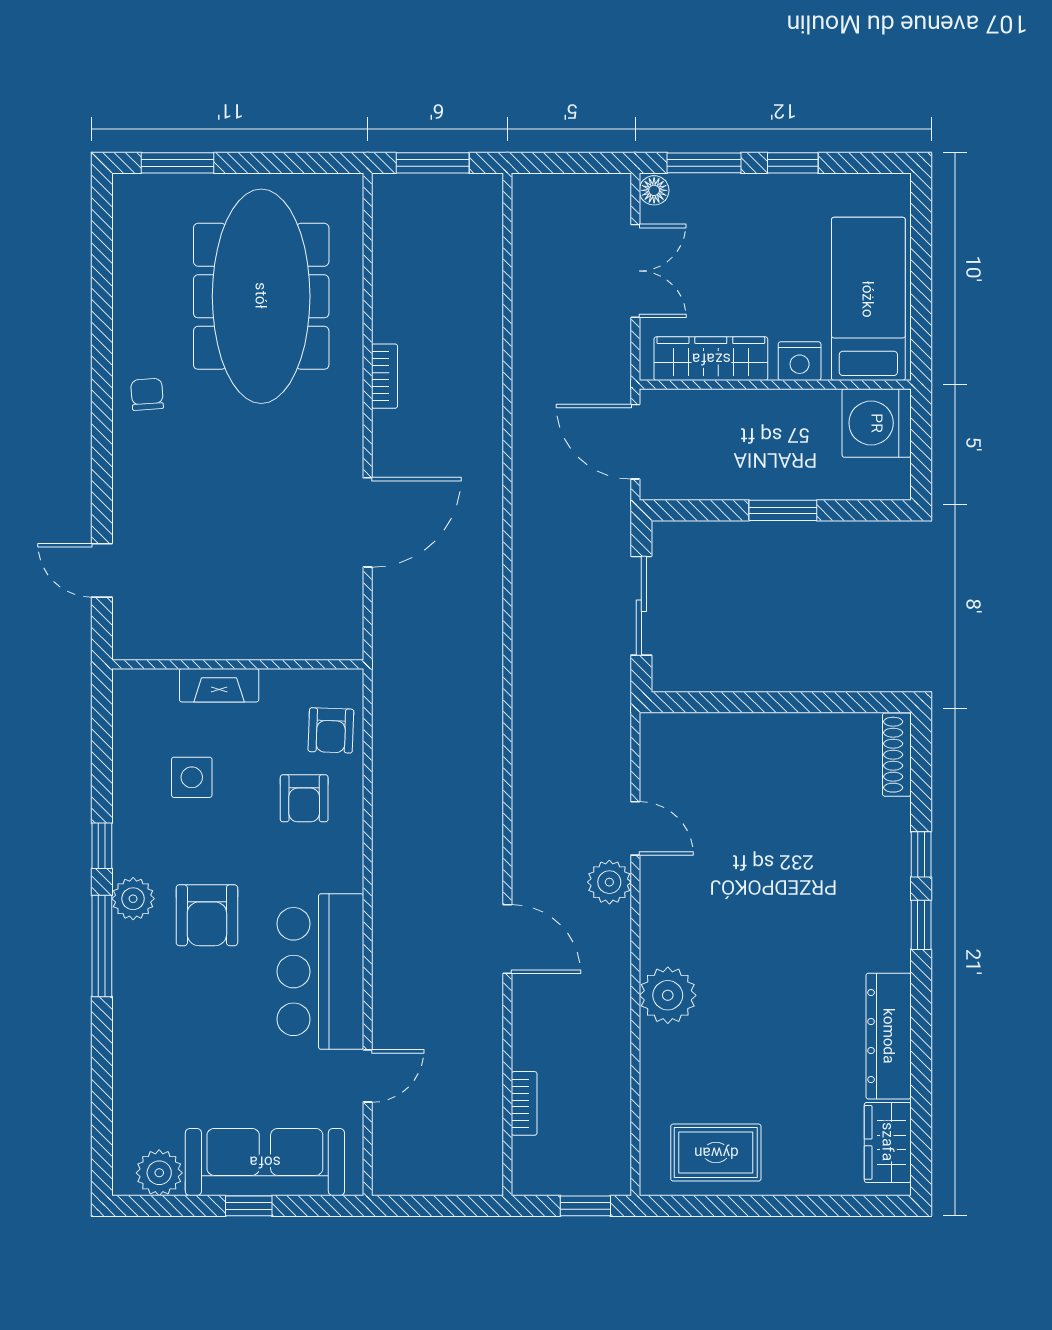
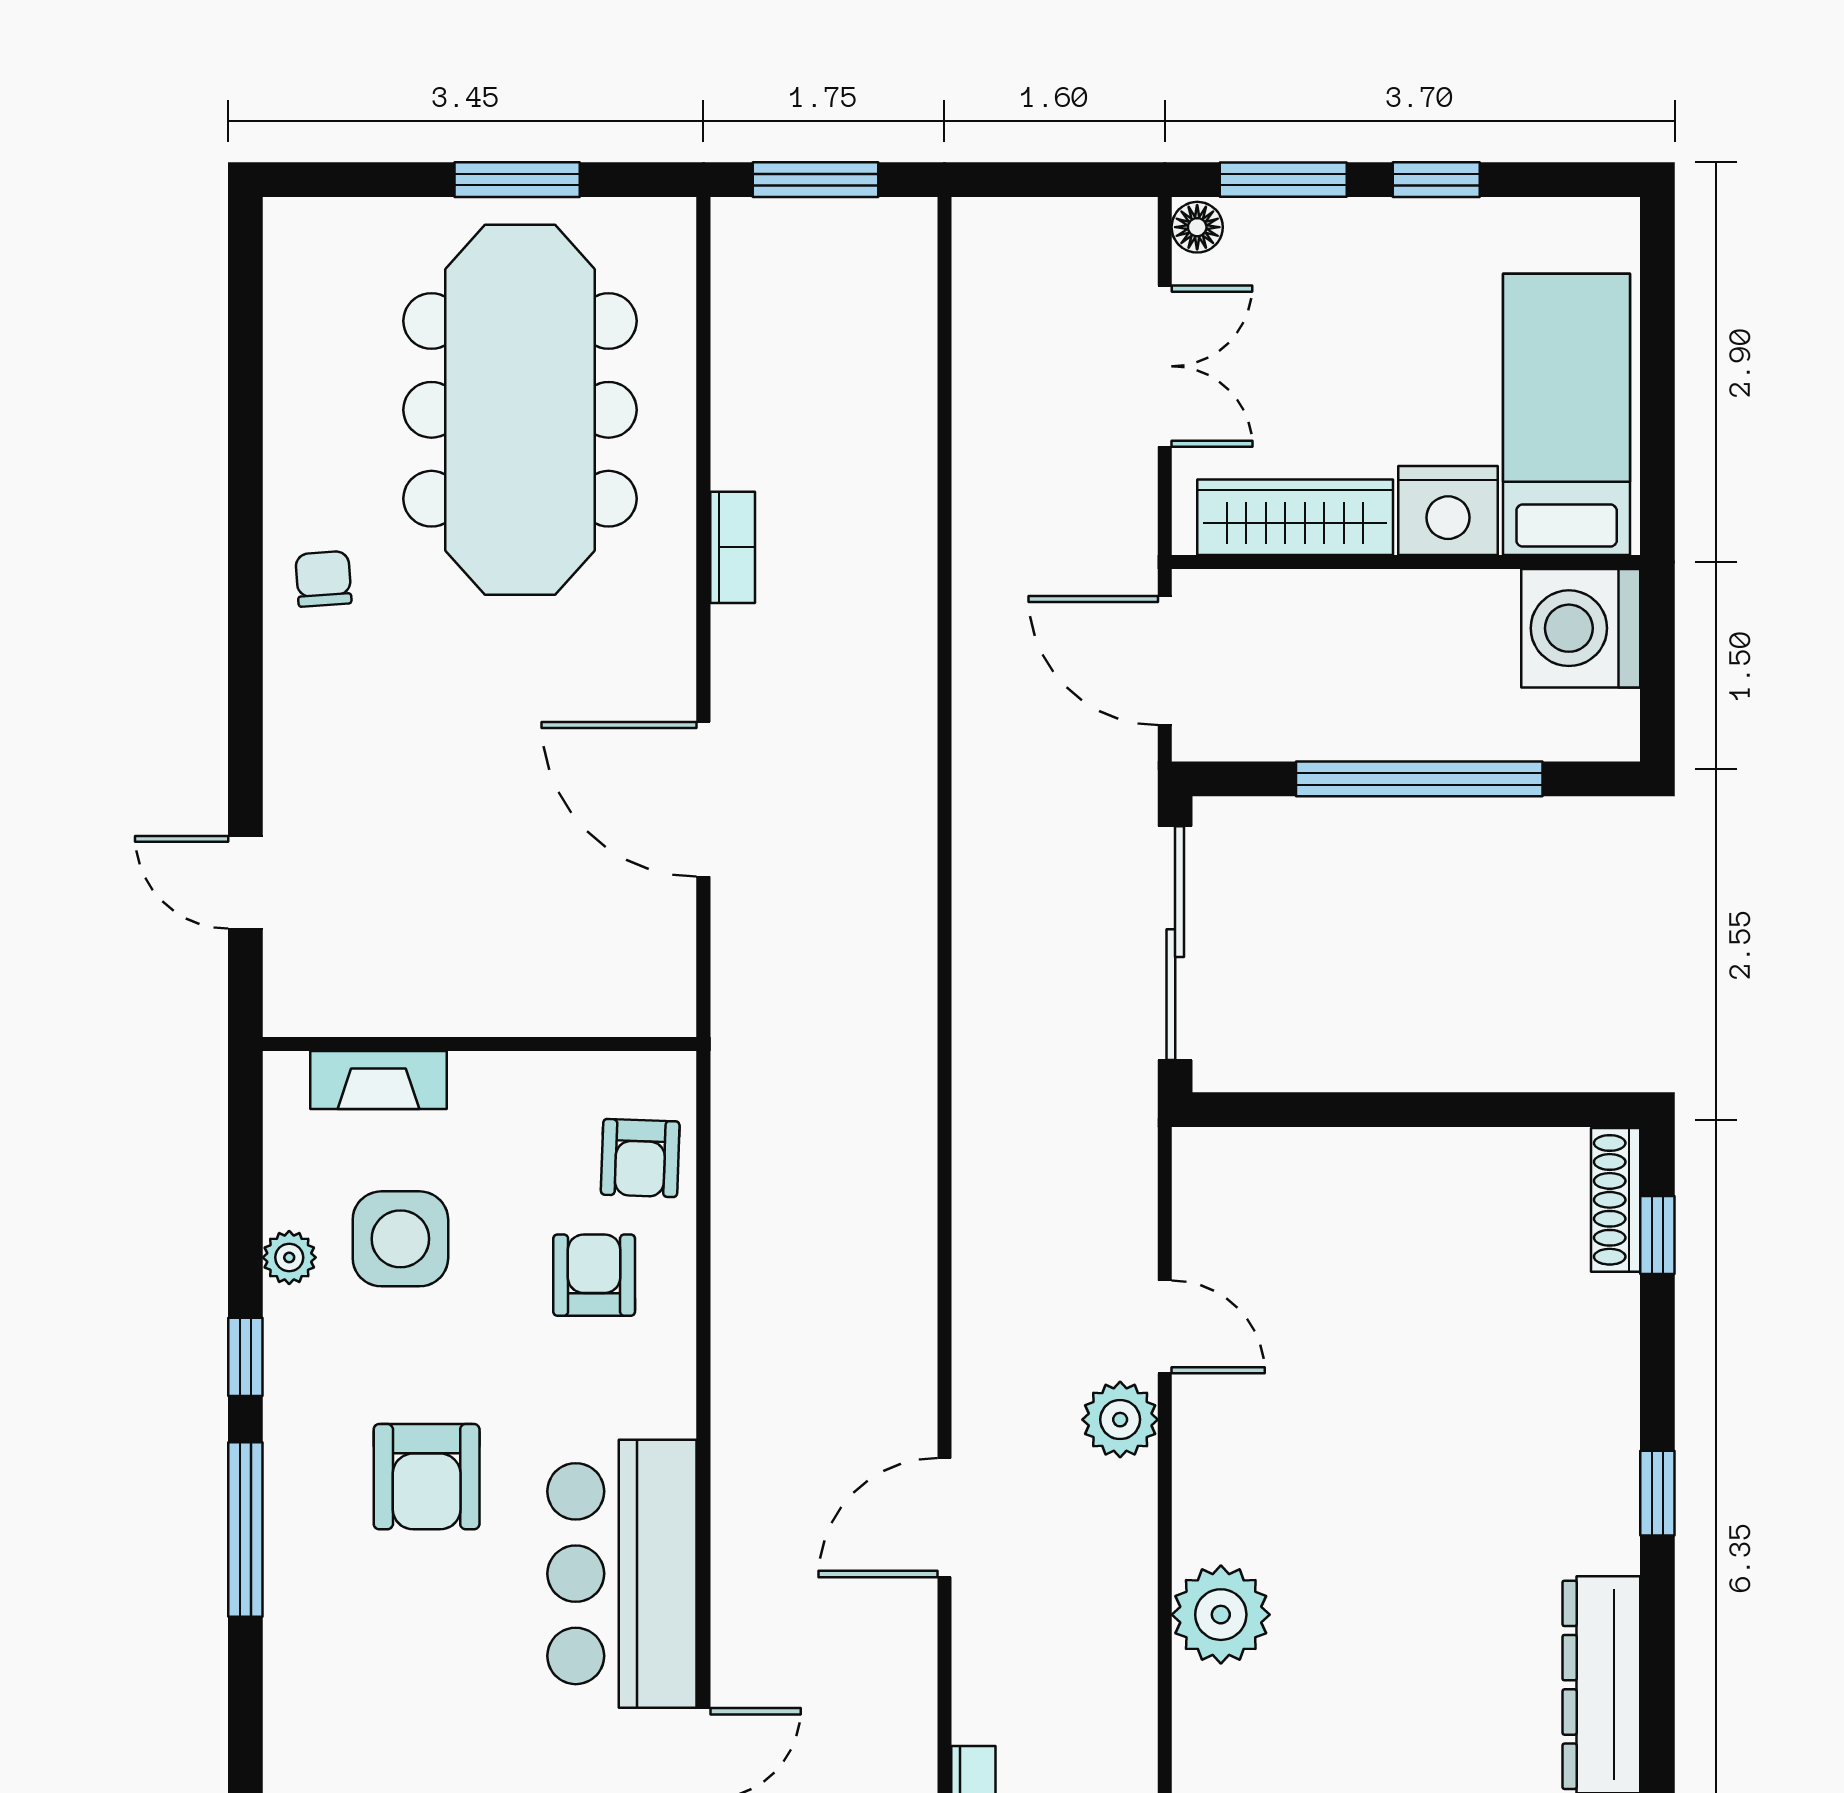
window: (178, 163) -> (517, 180), moved
nightstand: (800, 361) -> (1448, 510), width x1.36, depth x1.33
window: (783, 510) -> (1419, 779), width x2.11
door: (368, 522) -> (703, 799), swing flipped
sliding door: (641, 606) -> (1175, 943), width x1.37
fireplace: (219, 685) -> (378, 1080), moved
side table: (192, 777) -> (400, 1239), width x1.37, depth x1.37
armchair: (304, 798) -> (594, 1275), turned 180
window: (921, 854) -> (1657, 1235), moved
plant: (133, 899) -> (289, 1257), moved, width x0.73, depth x0.73
door: (507, 939) -> (944, 1518), swing flipped

